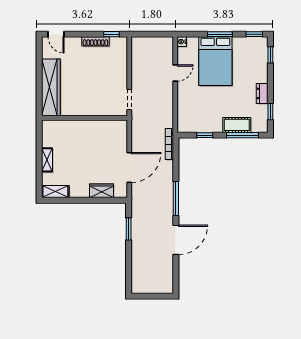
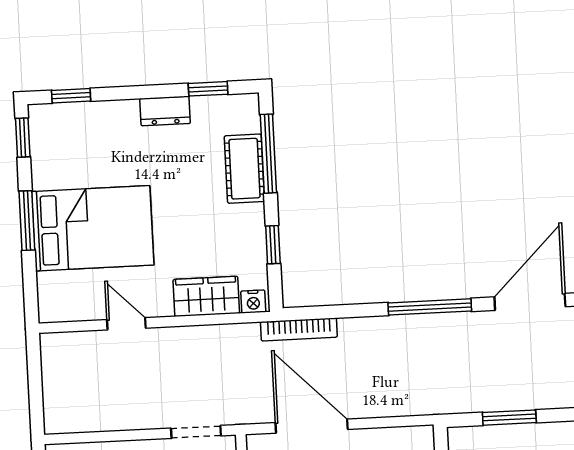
nightstand: (182, 42) -> (253, 302), moved
wardrobe: (185, 107) -> (206, 296), added
door: (129, 168) -> (312, 426), moved
door: (176, 240) -> (530, 302), hinge flipped

